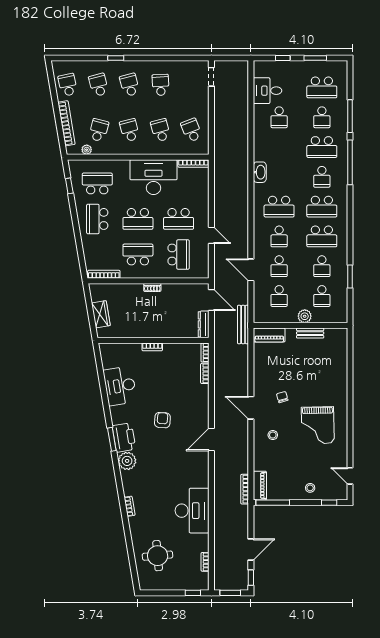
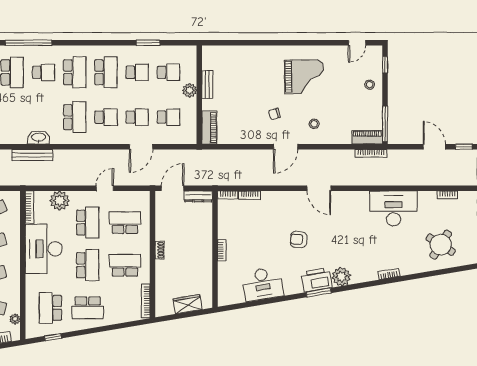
plant: (200, 192) -> (60, 201), added
school desk: (138, 254) -> (125, 265), turned 90
bench: (243, 324) -> (32, 155), moved
round table: (158, 556) -> (441, 245), turned 37

